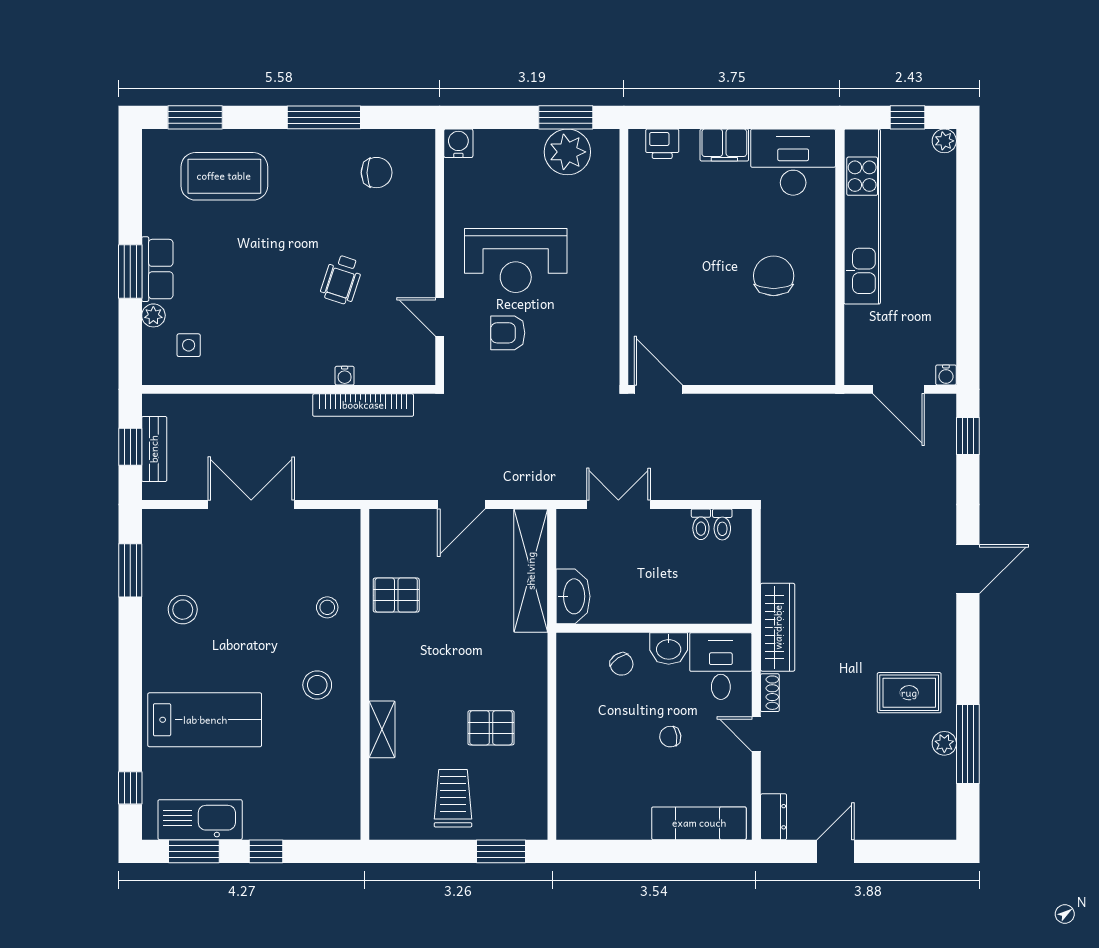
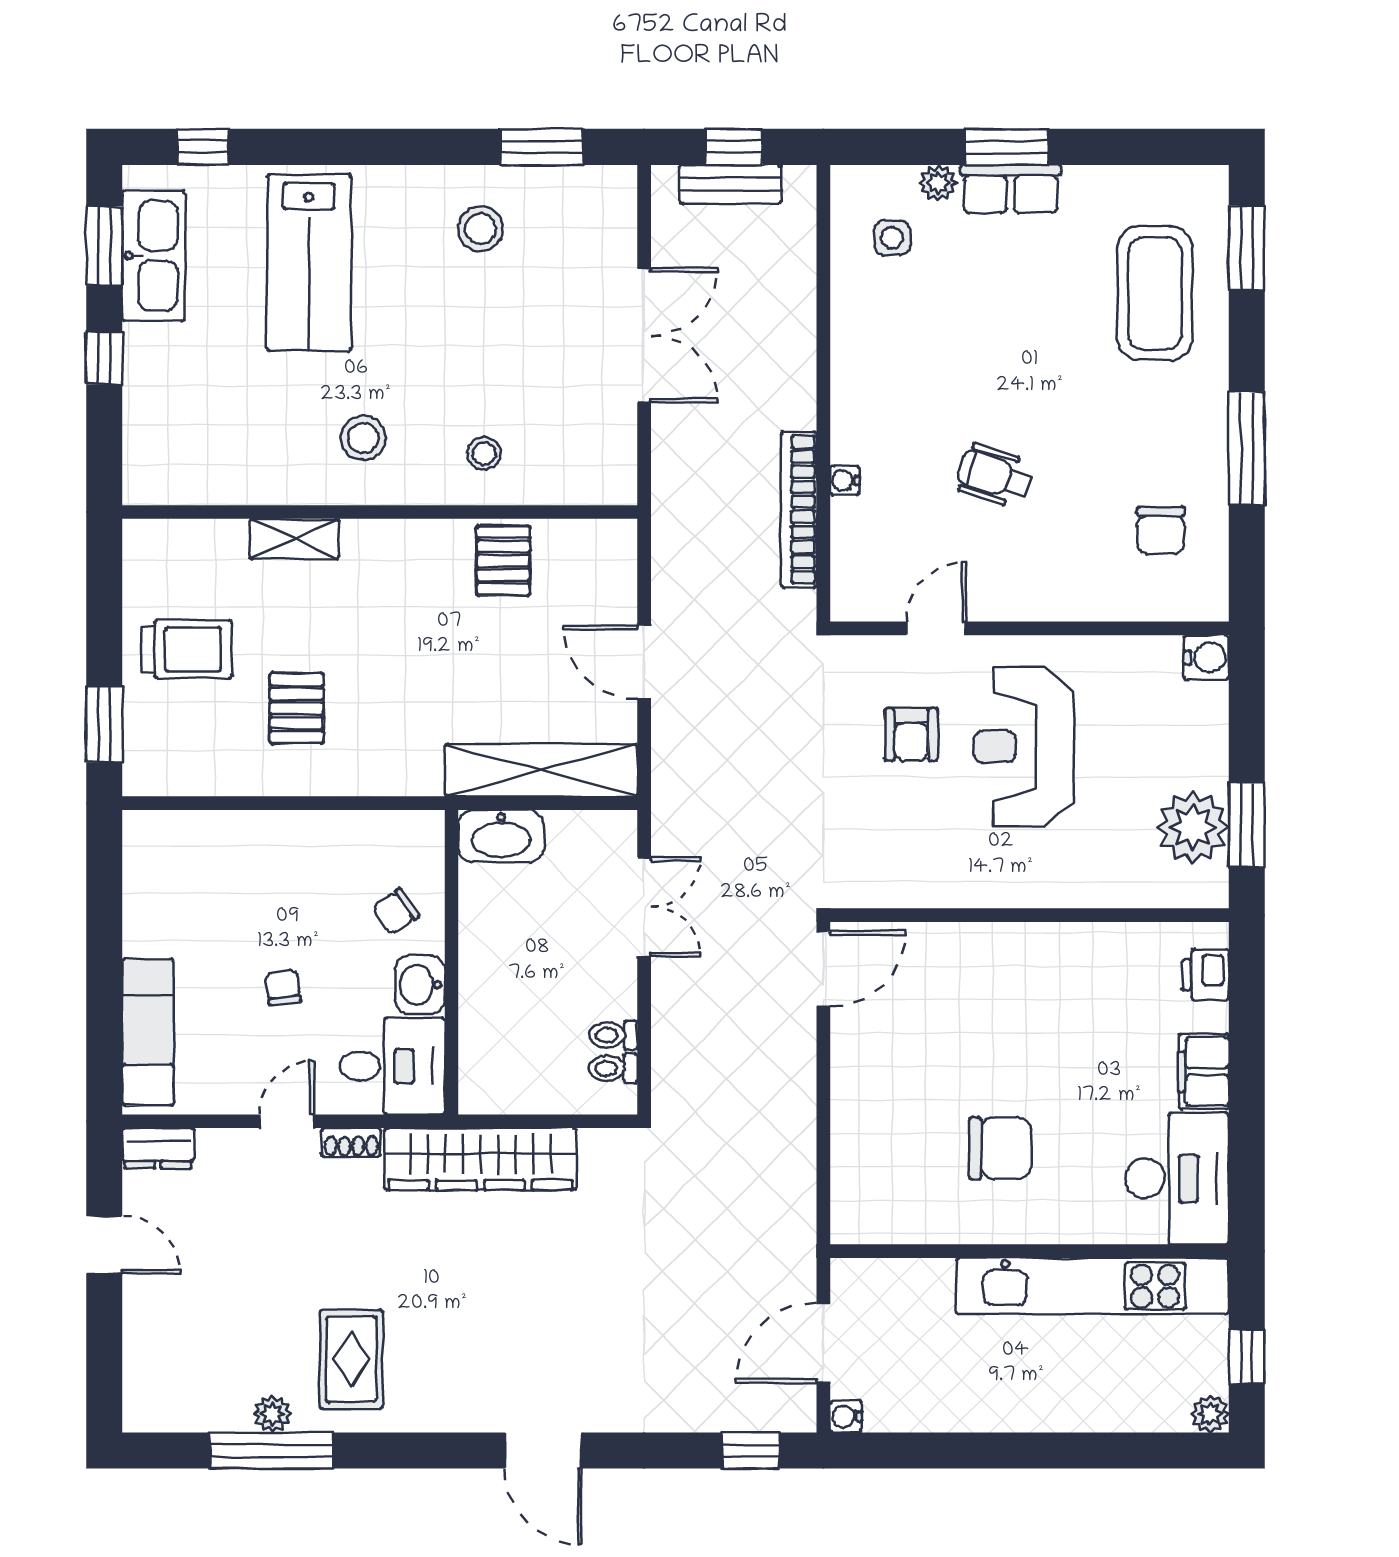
armchair: (508, 333) -> (911, 734), turned 180
wardrobe: (778, 627) -> (481, 1159), width x1.40, depth x1.17

